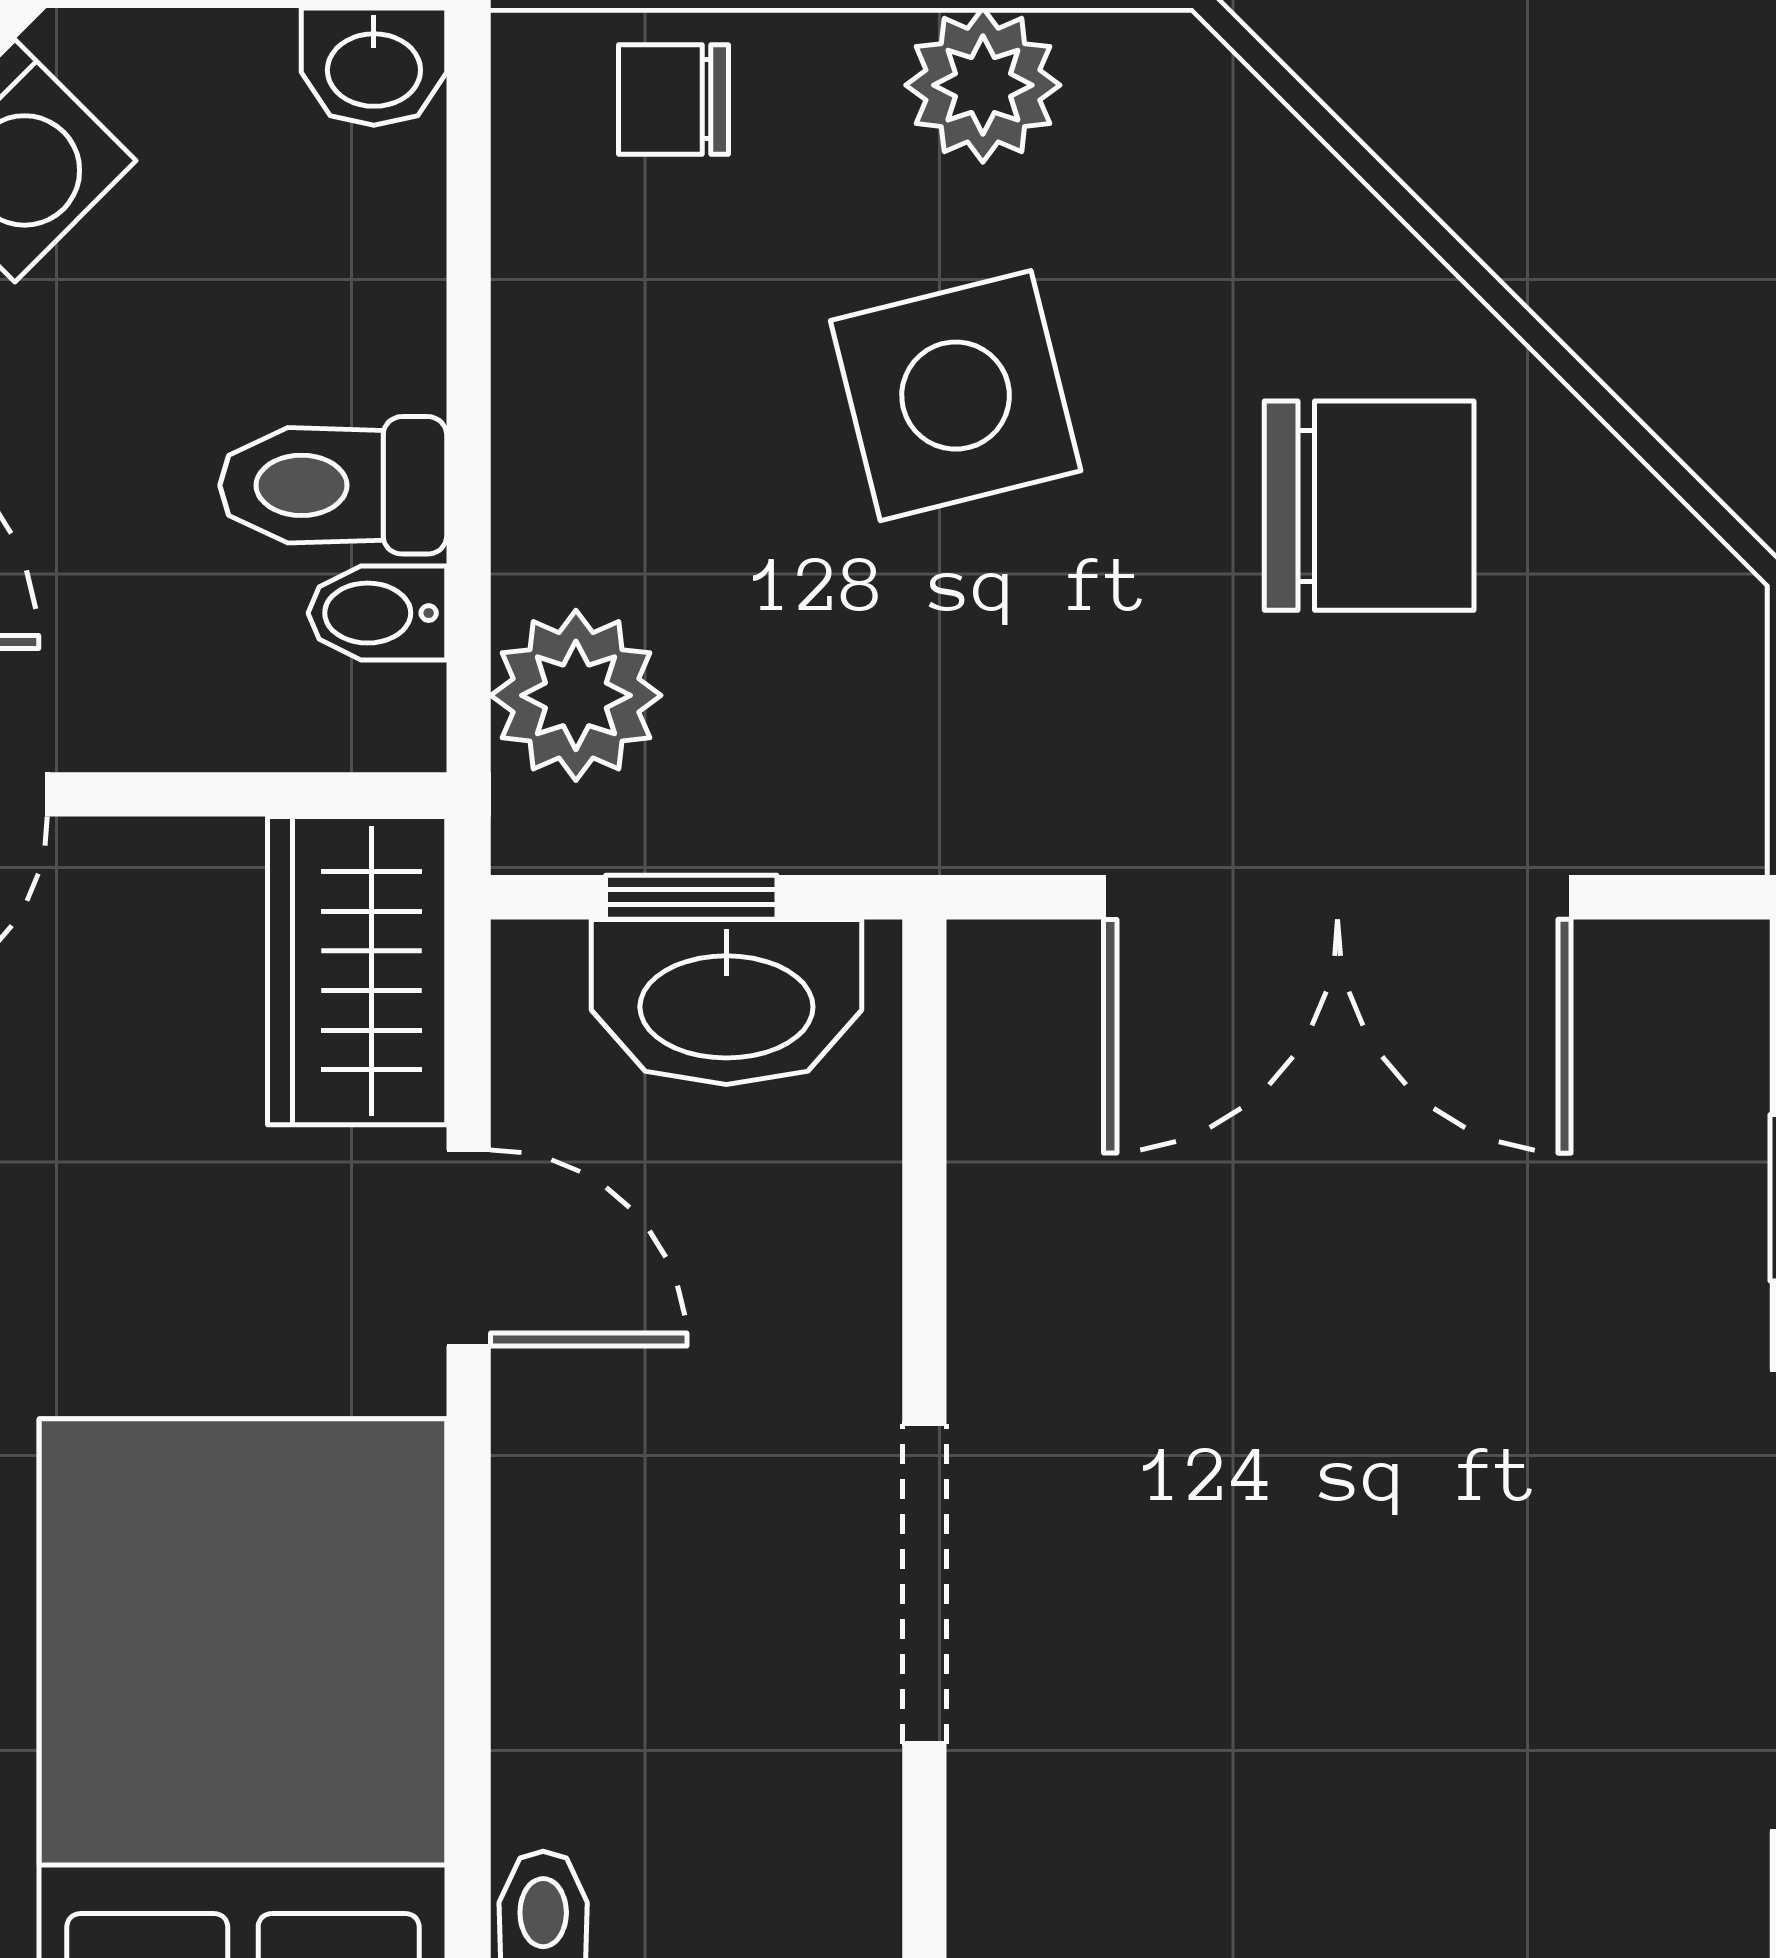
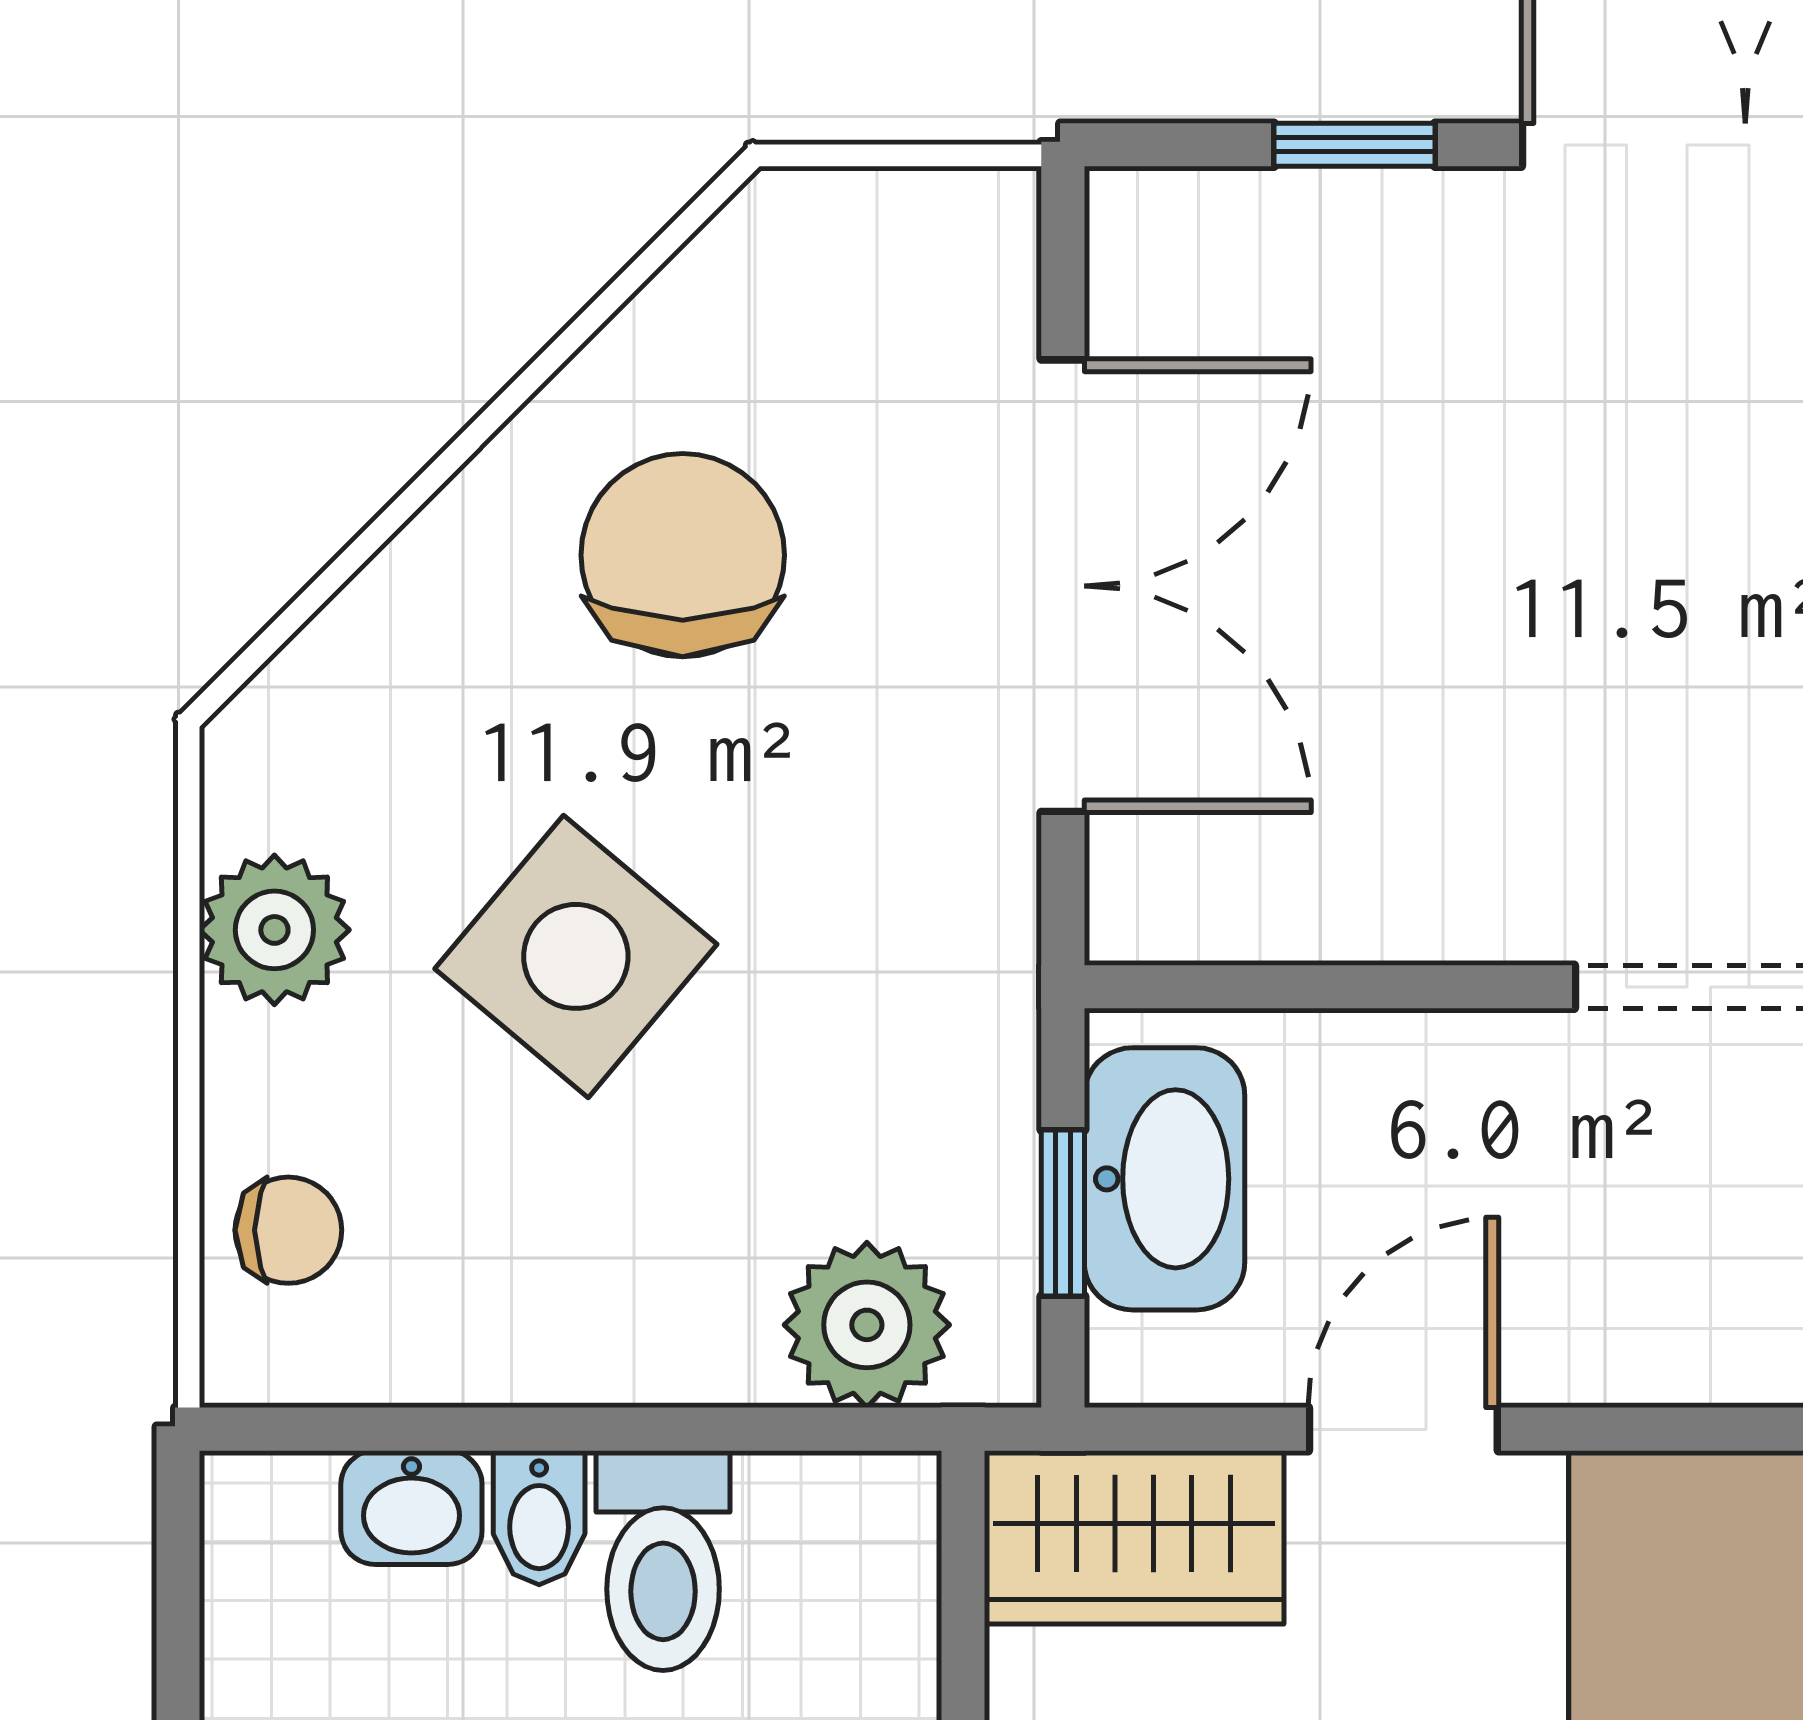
washbasin: (374, 67) -> (411, 1508), moved, turned 90
chair: (674, 99) -> (288, 1230), turned -90
side table: (956, 396) -> (576, 956), turned -36
bidet: (377, 613) -> (539, 1518), moved

